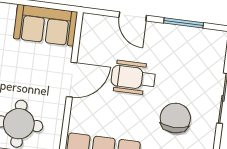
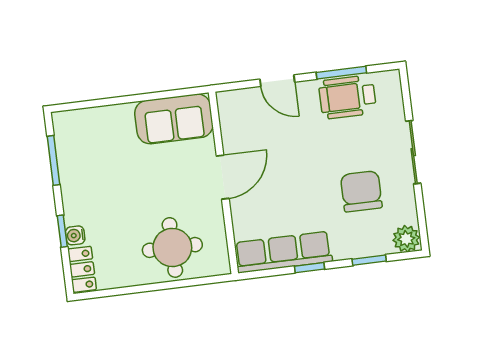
wheelchair: (133, 78) -> (347, 97), moved

